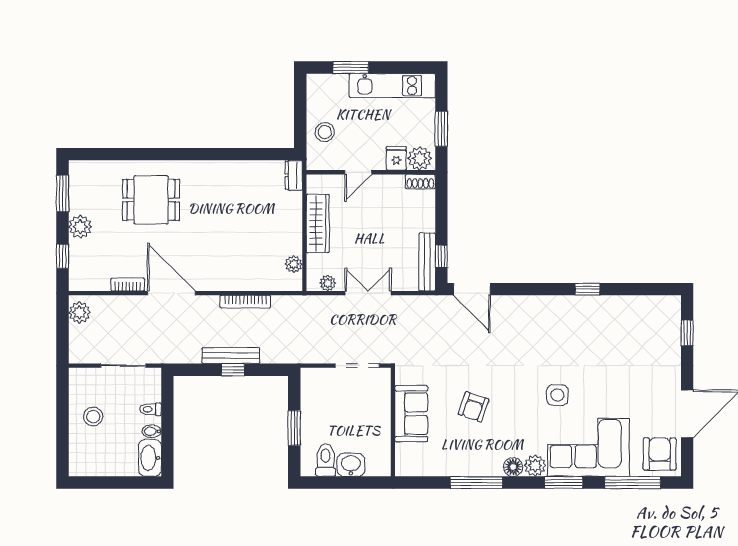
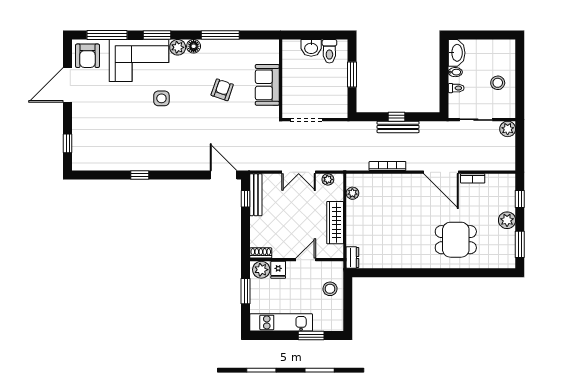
plant: (79, 312) -> (508, 129), moved

